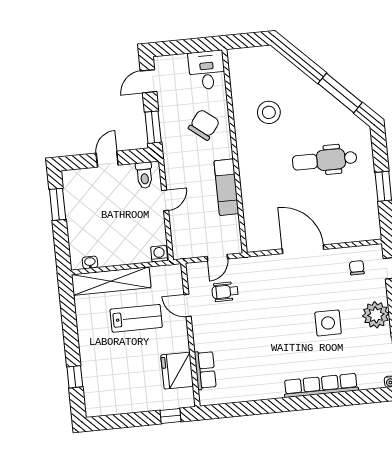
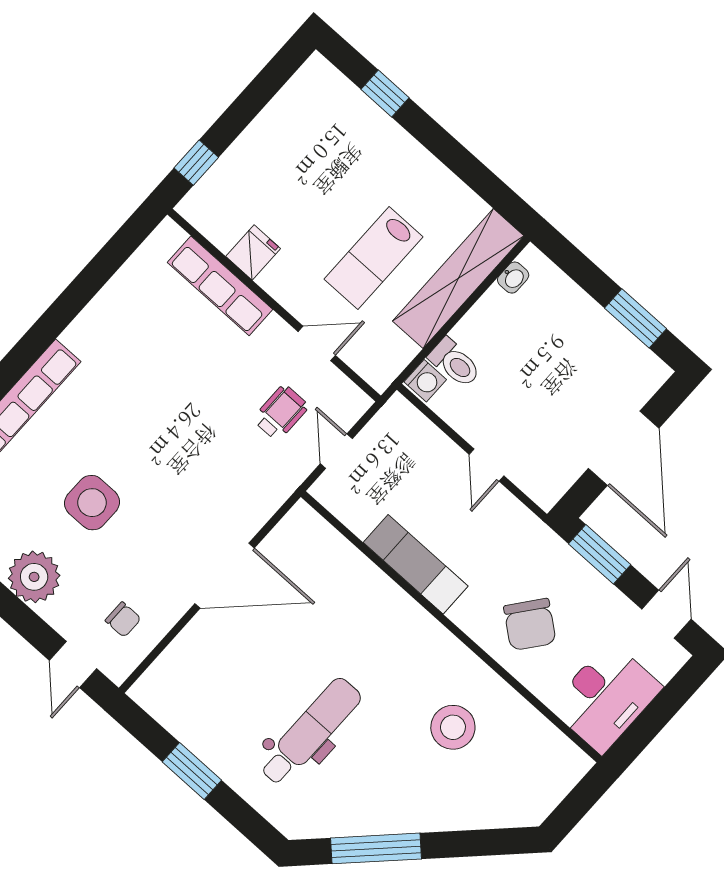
desk: (207, 70) -> (606, 697), width x1.37
door: (107, 159) -> (624, 448), width x1.88
toilet: (144, 175) -> (455, 363), moved, turned 180
row of seats: (205, 370) -> (220, 286), width x1.48
fridge: (177, 371) -> (253, 252), width x0.53, depth x0.75

